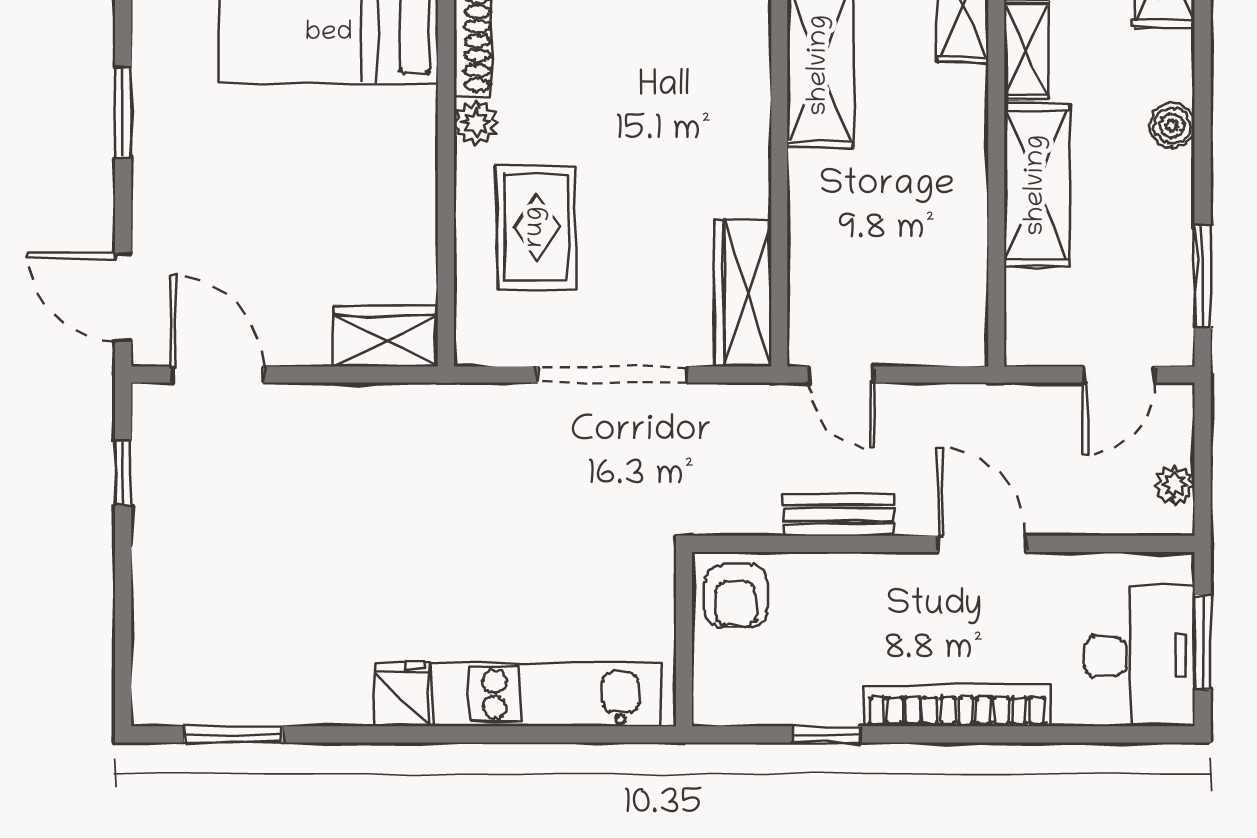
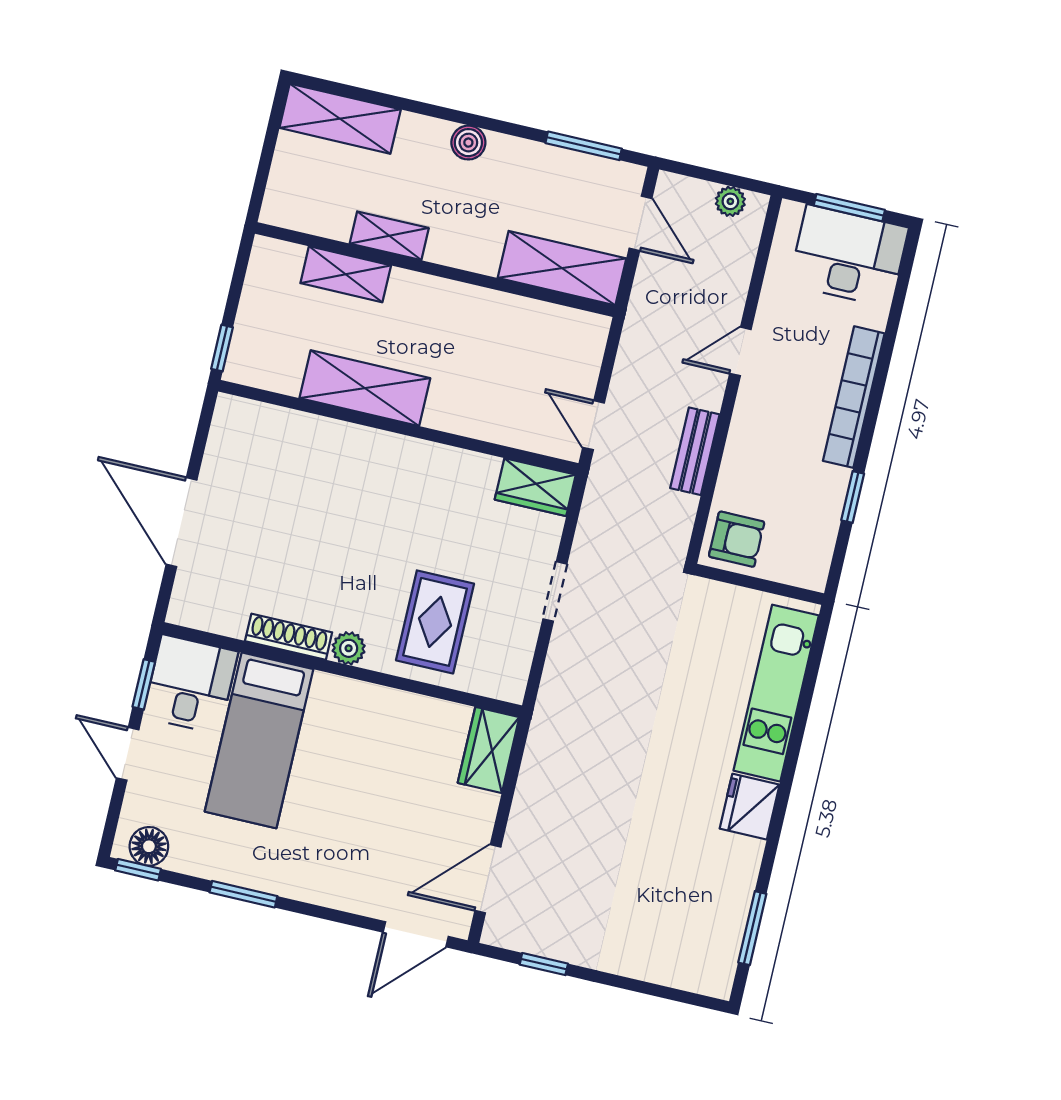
window: (123, 112) -> (243, 894), moved
shelving: (1037, 185) -> (562, 268), moved
rug: (536, 227) -> (435, 622), turned 90
wardrobe: (743, 293) -> (535, 487), width x0.67
doorway: (613, 375) -> (555, 591), width x0.53
door: (841, 375) -> (594, 425), swing flipped
door: (982, 544) -> (740, 351), width x0.73
fridge: (401, 694) -> (750, 807), width x1.38

